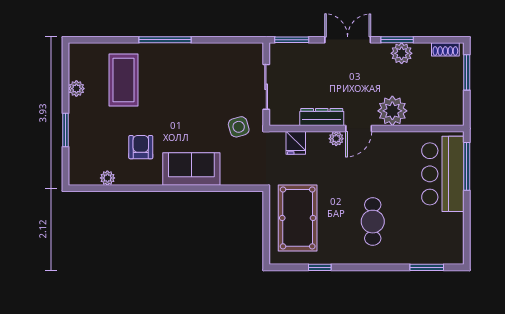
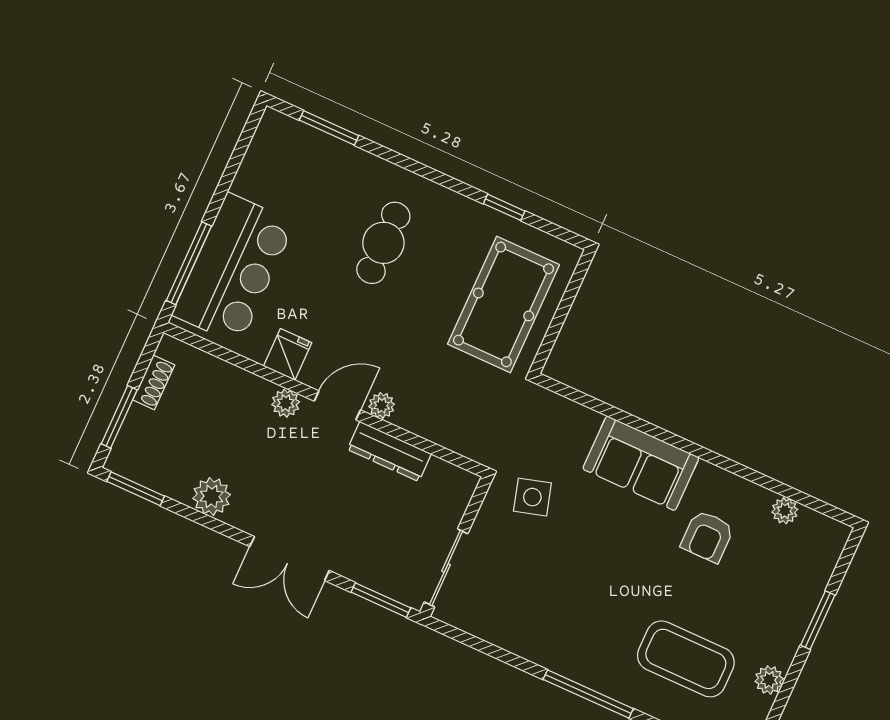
window: (397, 40) -> (136, 489), moved
shoe rack: (445, 49) -> (154, 382), moved, turned 90
coffee table: (124, 80) -> (686, 659), turned 90
sliding door: (266, 87) -> (446, 568), moved
plant: (392, 111) -> (286, 403), width x0.53, depth x0.53
fridge: (296, 143) -> (288, 354), moved

